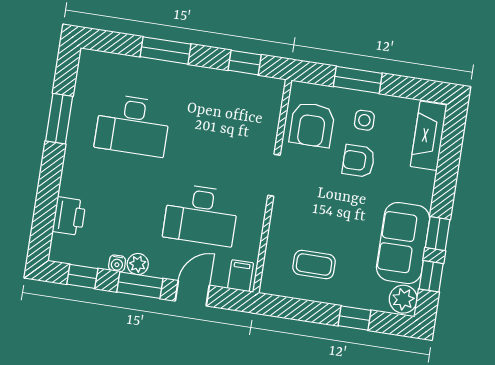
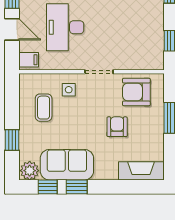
side table: (364, 120) -> (69, 90), moved

